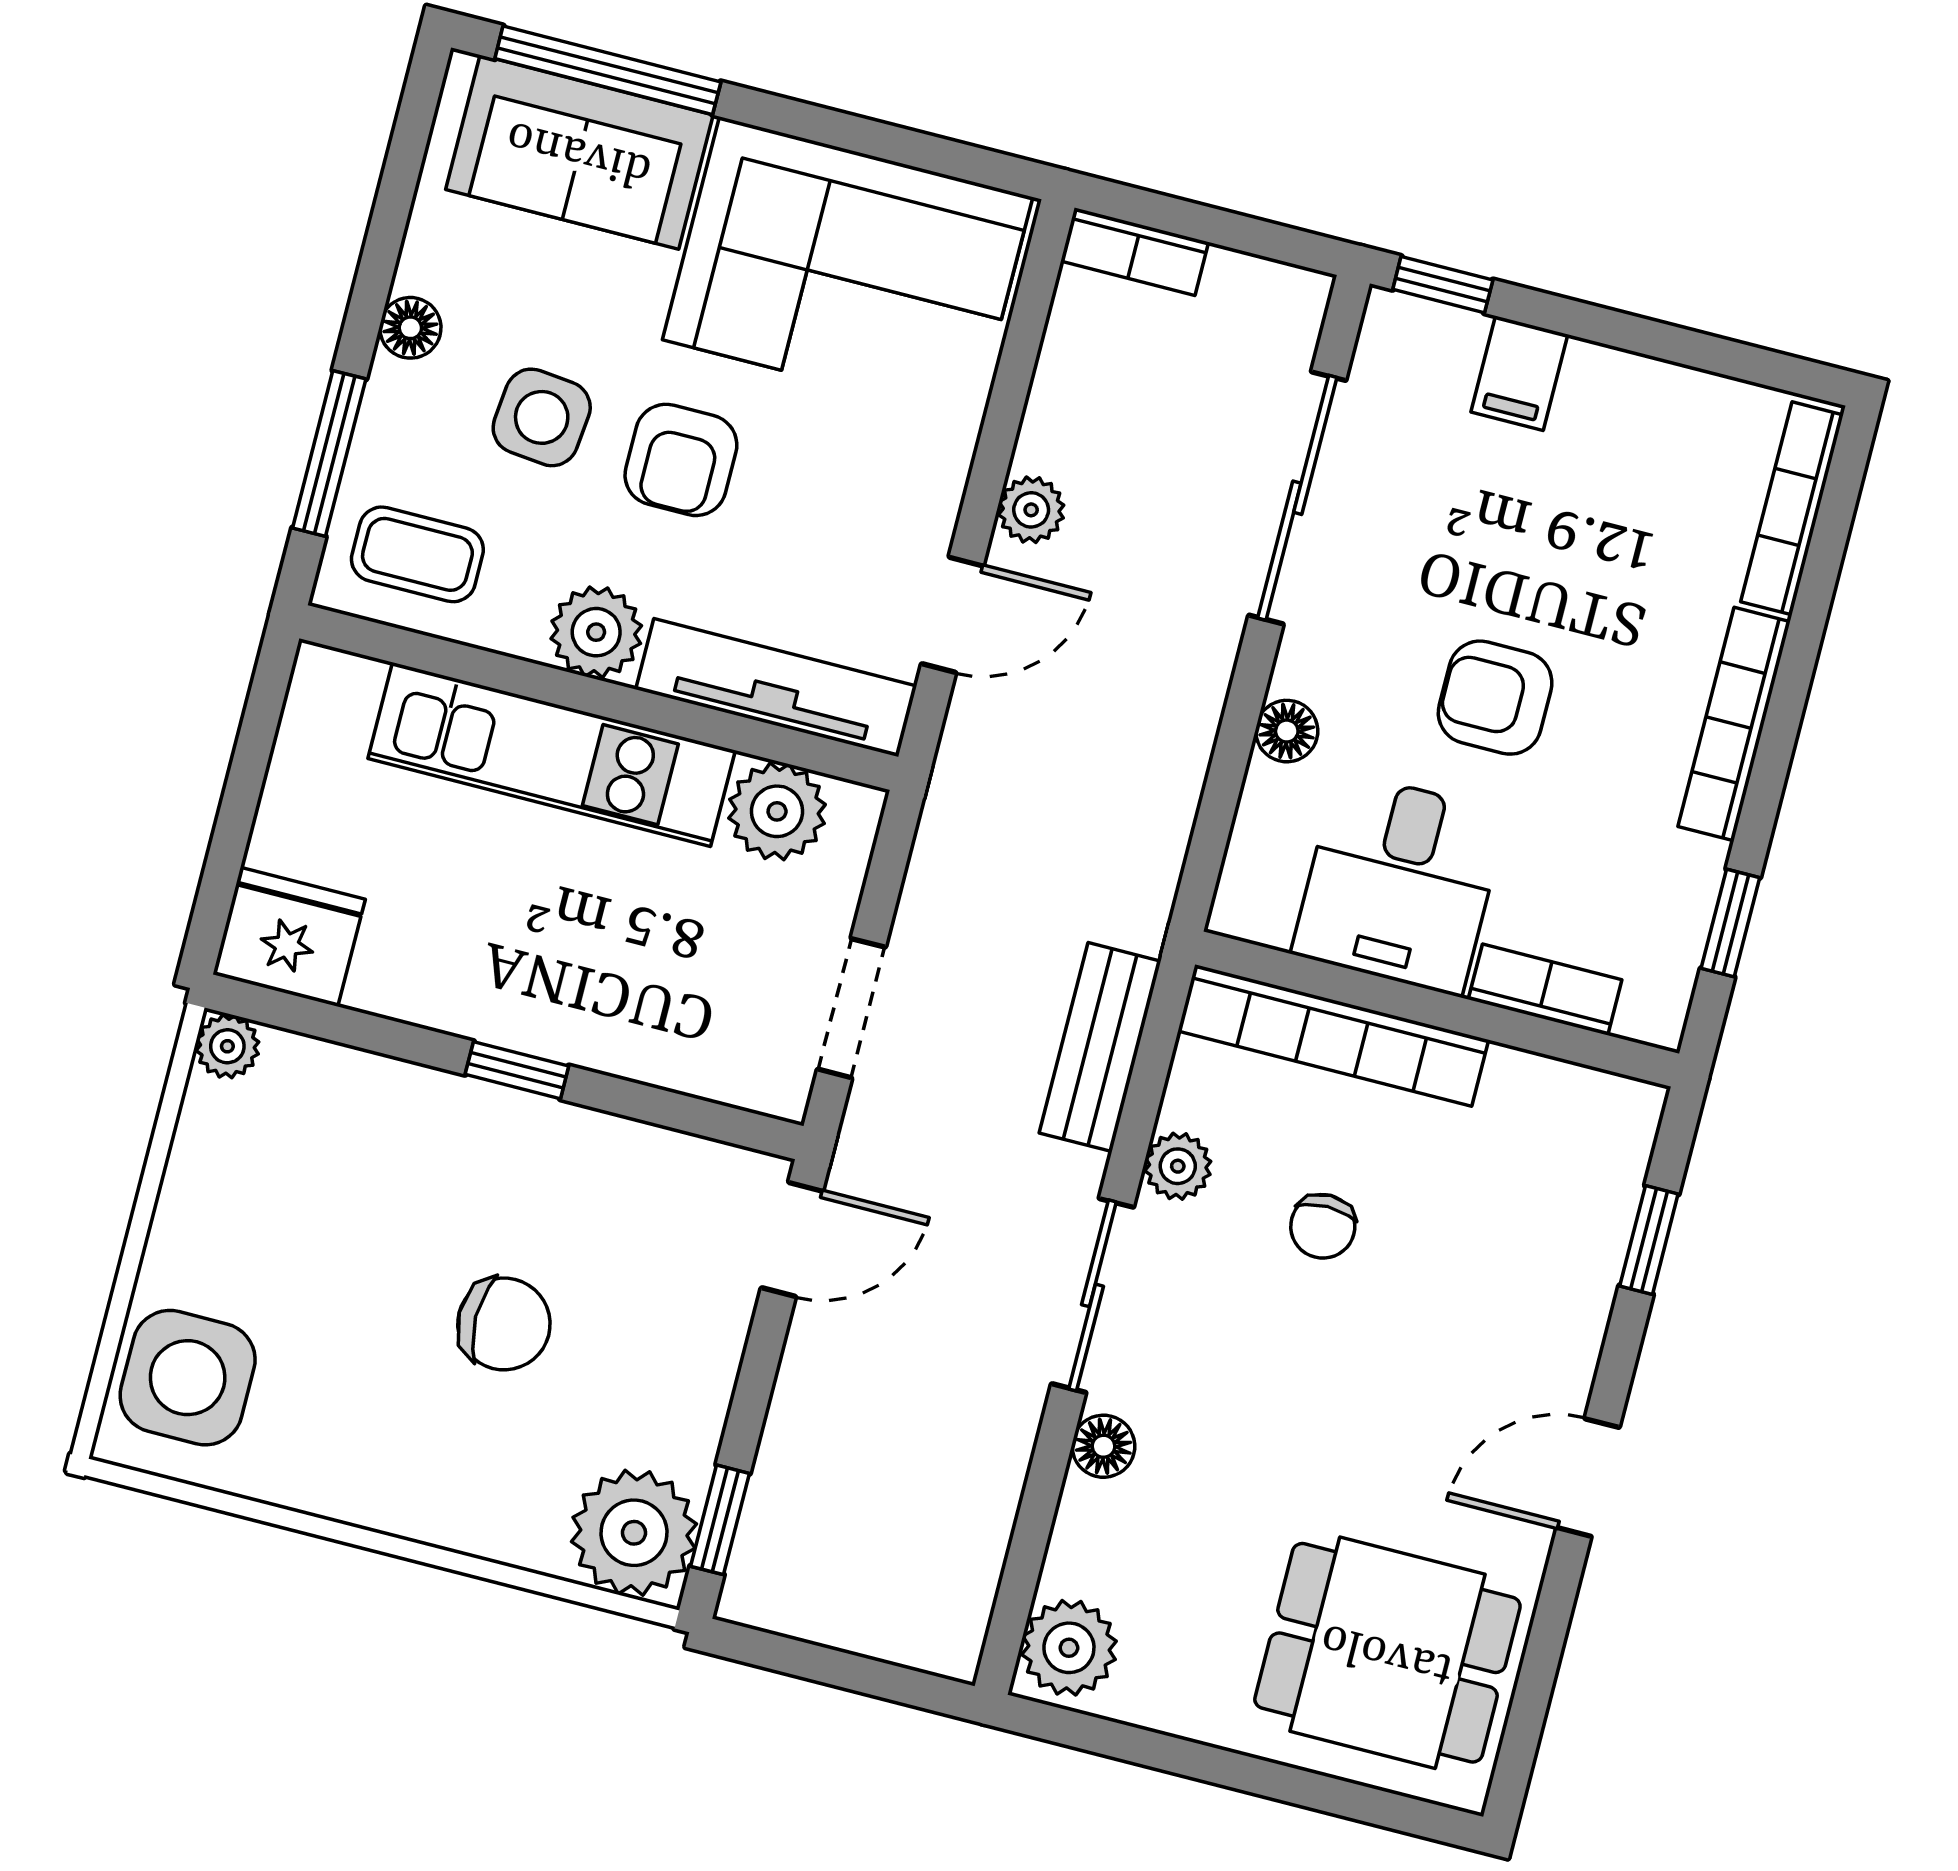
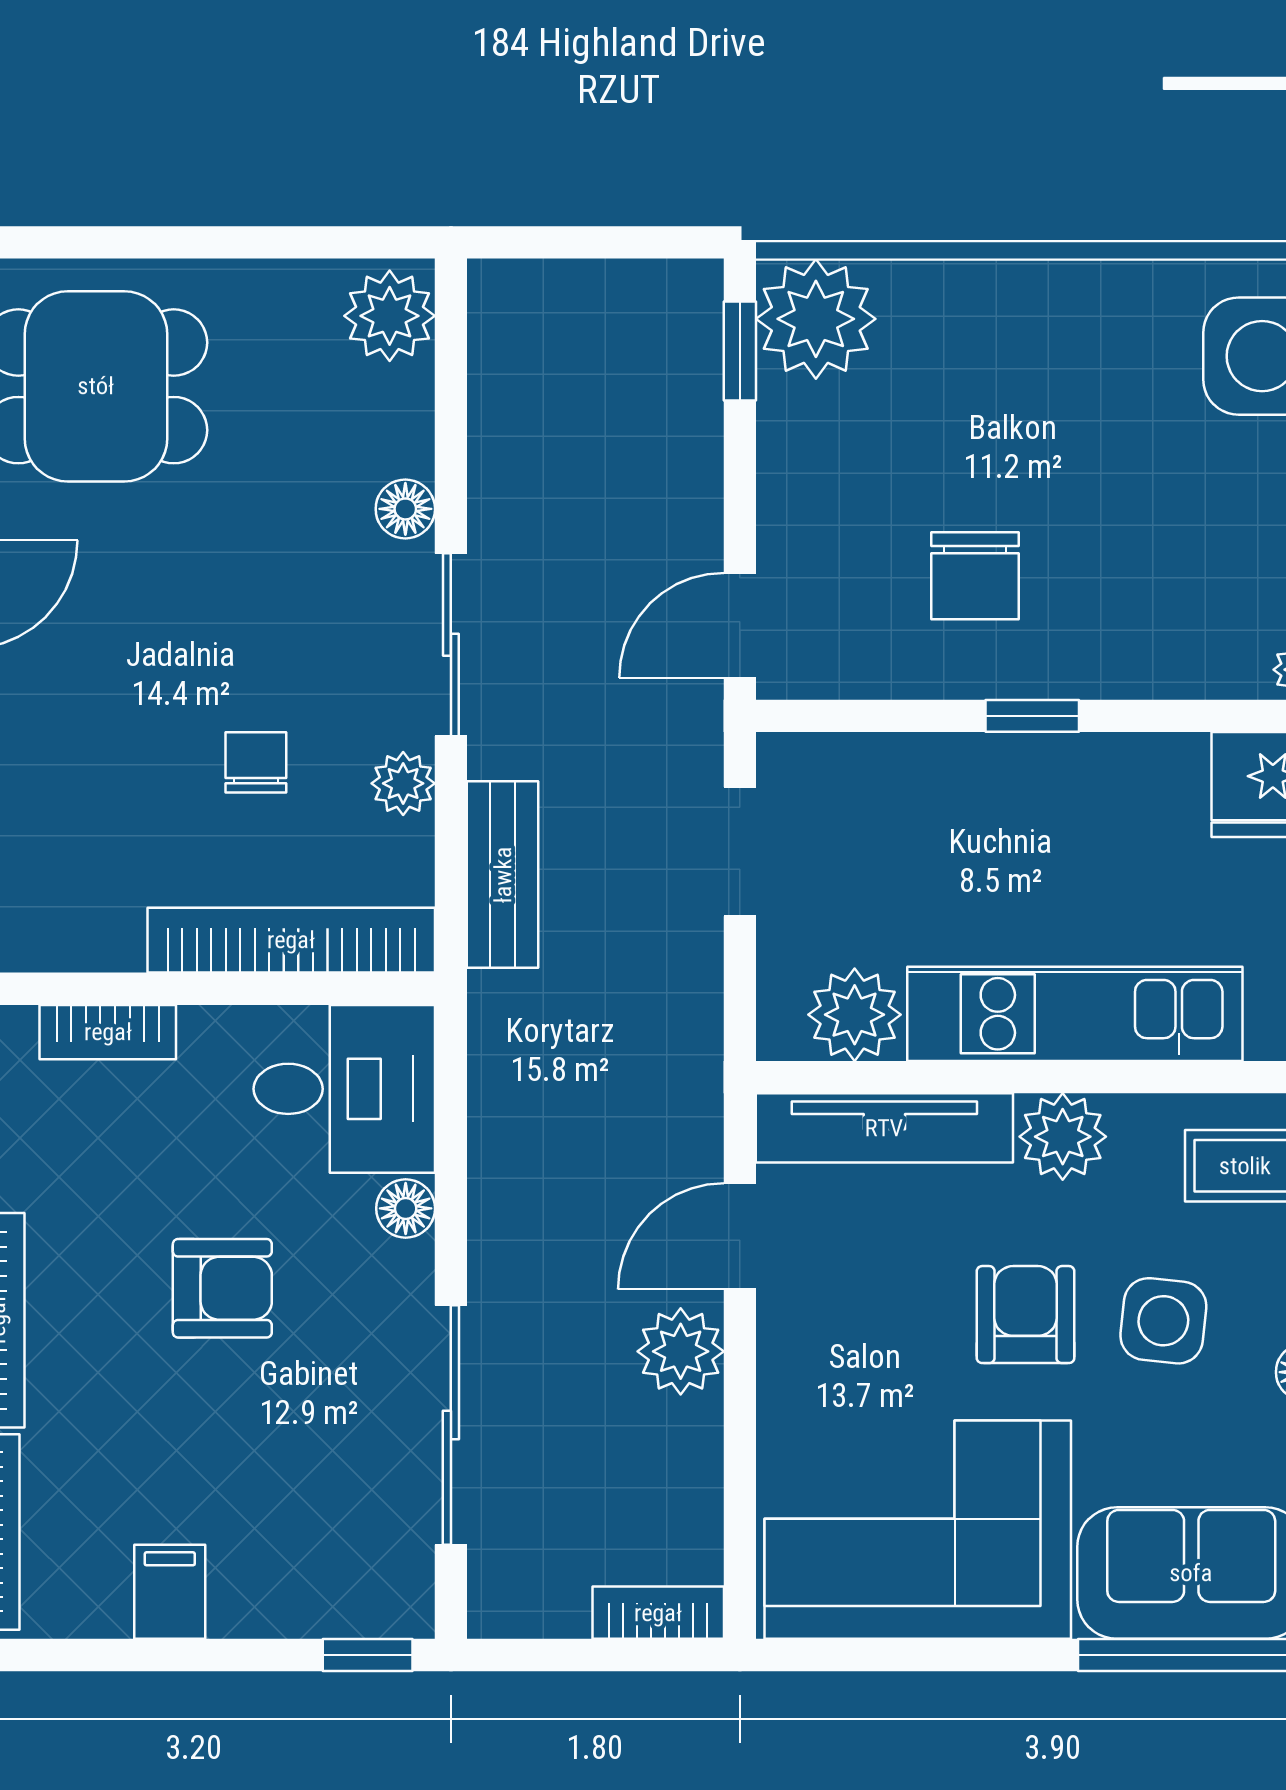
filing cabinet: (1519, 373) -> (170, 1592), moved
plant: (1031, 510) -> (681, 1351), width x1.38, depth x1.38
desk: (1400, 883) -> (344, 1089), moved, turned 90
chair: (504, 1324) -> (975, 576), moved, turned -90

